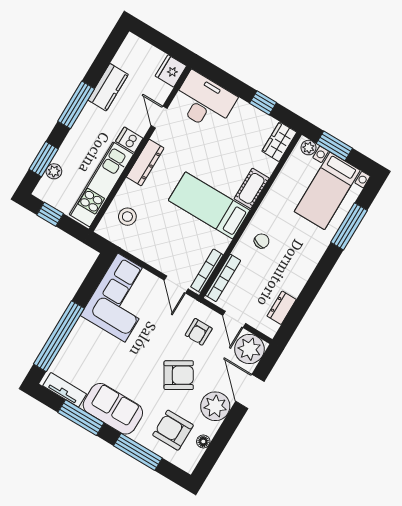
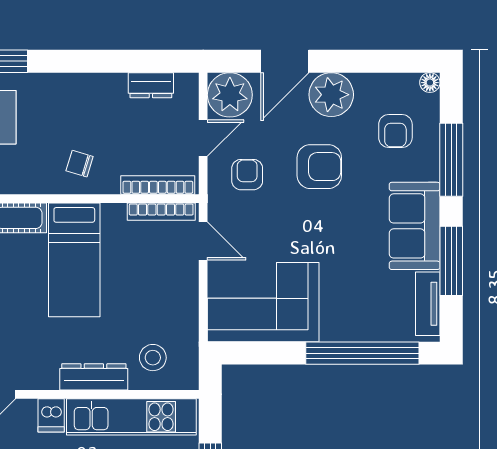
dresser: (145, 163) -> (94, 377), moved
door: (176, 285) -> (203, 241), hinge flipped
armchair: (199, 332) -> (247, 175), turned -90
armchair: (179, 375) -> (319, 167), turned 121
armchair: (173, 430) -> (395, 131), width x0.72, depth x0.72
floor lamp: (203, 442) -> (430, 83), moved

